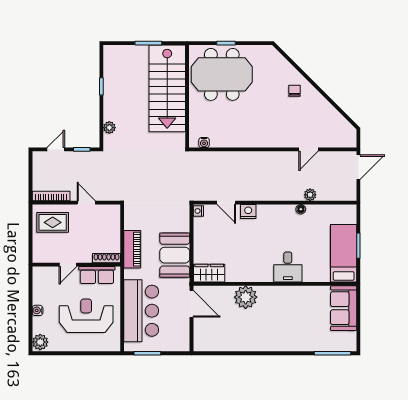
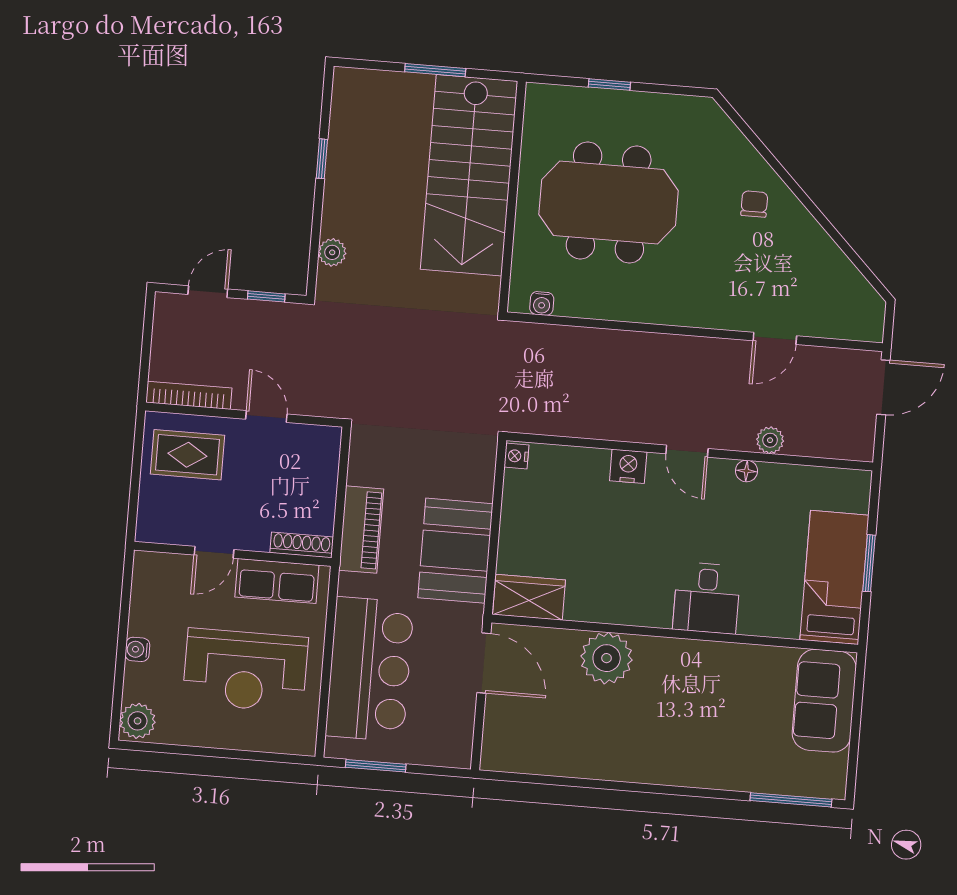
meeting table: (222, 74) -> (609, 202), moved
door: (226, 203) -> (687, 451), moved
reception desk: (86, 316) -> (245, 670), turned 180

